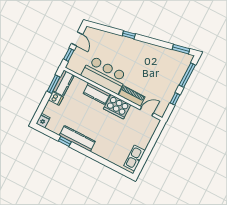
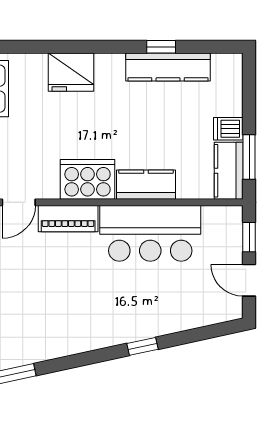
fridge: (43, 121) -> (71, 72), moved, width x1.88, depth x1.34
kitchen counter: (77, 139) -> (168, 67), moved

